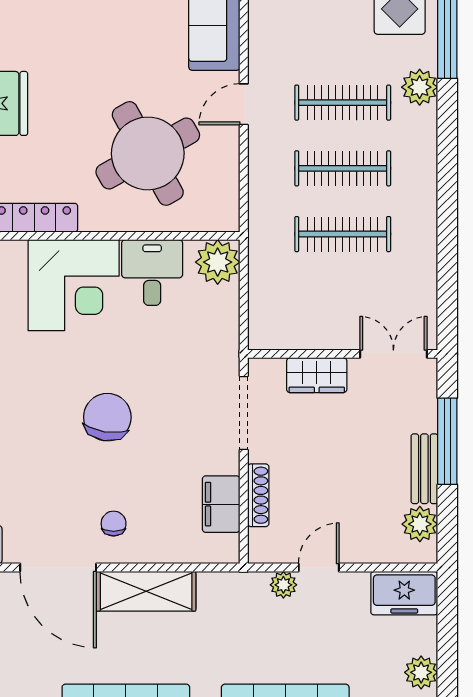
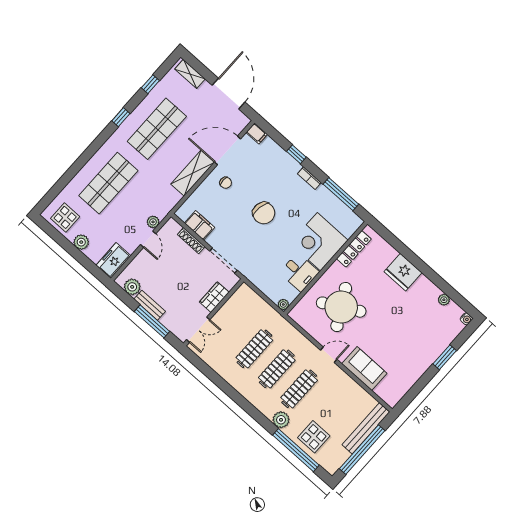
door: (244, 104) -> (329, 355), hinge flipped
plant: (218, 262) -> (283, 304), width x0.53, depth x0.53

